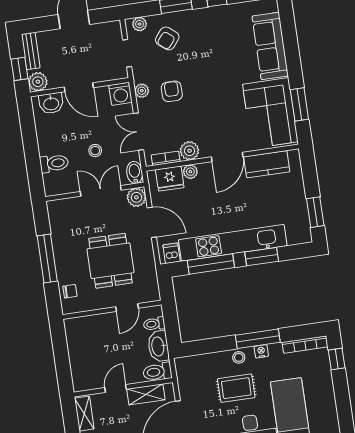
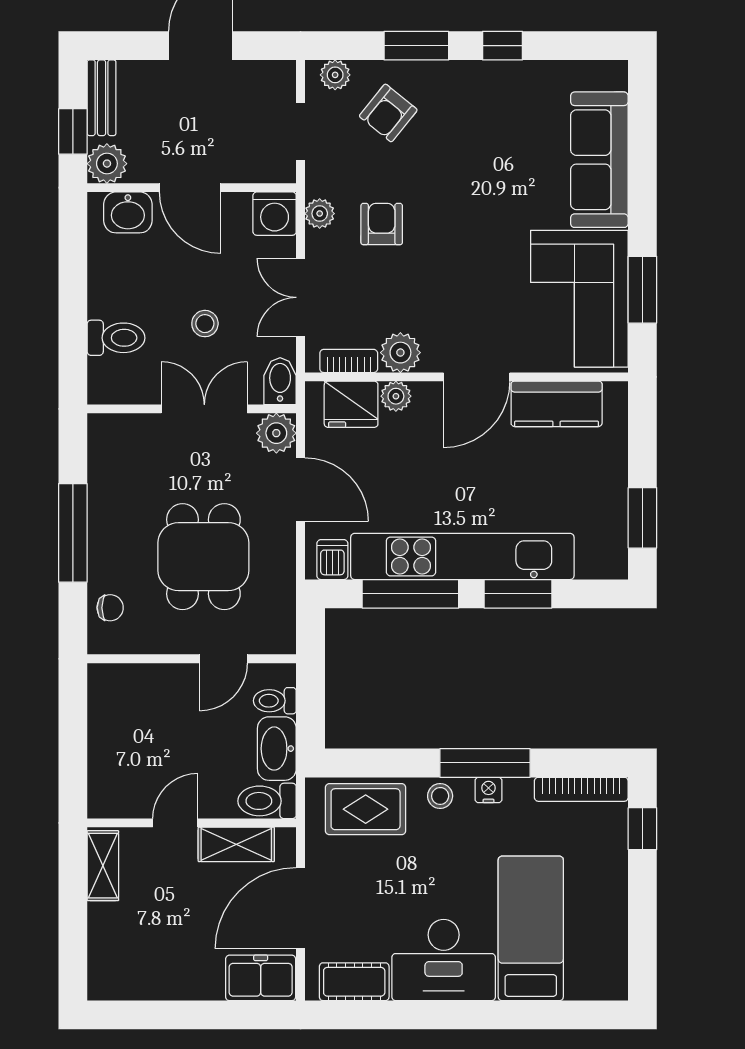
rug: (236, 388) -> (366, 809), moved

